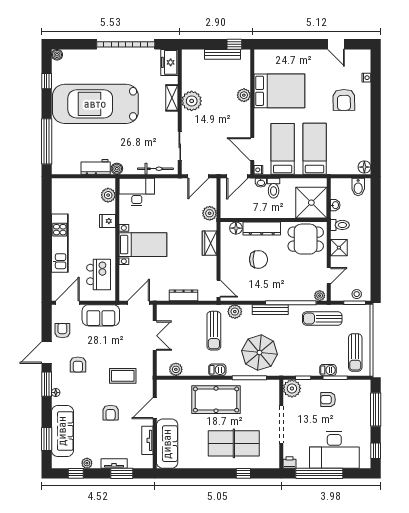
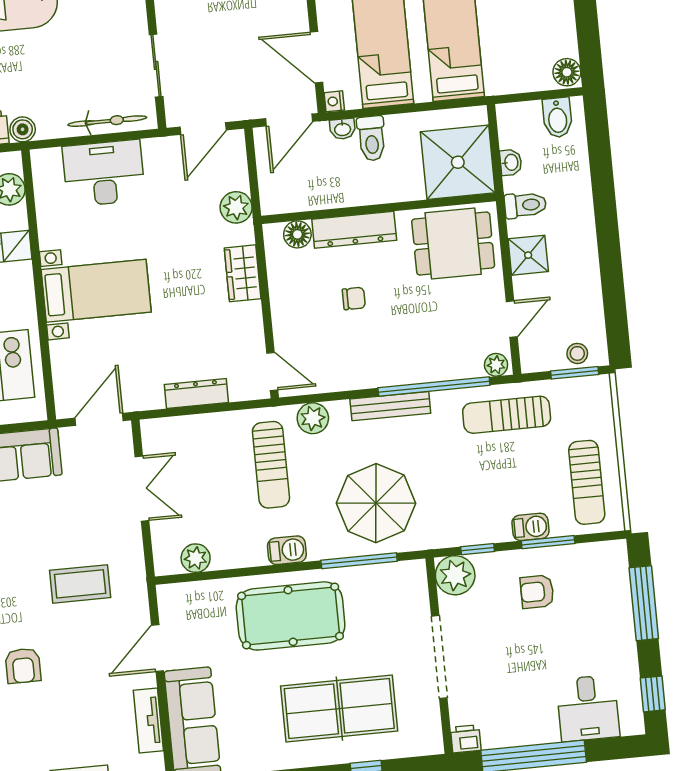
desk: (137, 192) -> (104, 173), moved
chair: (258, 259) -> (354, 298), width x0.54, depth x0.54
armchair: (111, 413) -> (23, 666), moved
desk: (334, 450) -> (588, 708), width x0.53, depth x0.77

